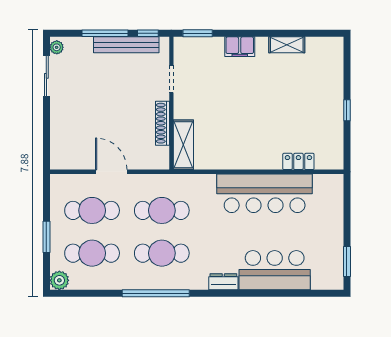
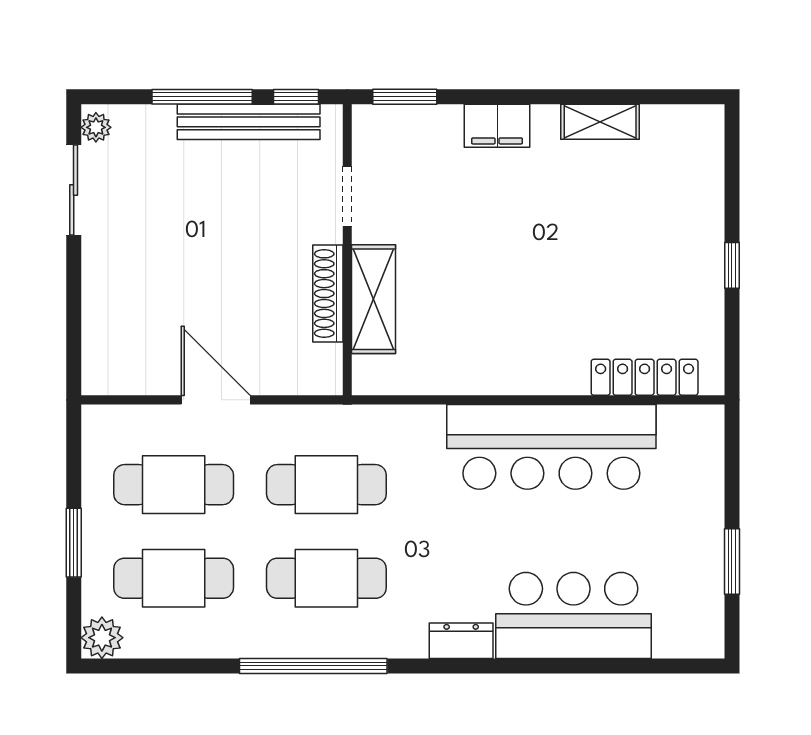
shelving: (183, 145) -> (373, 299), moved
locker: (298, 161) -> (645, 377), width x1.53
window: (347, 261) -> (732, 562), moved

